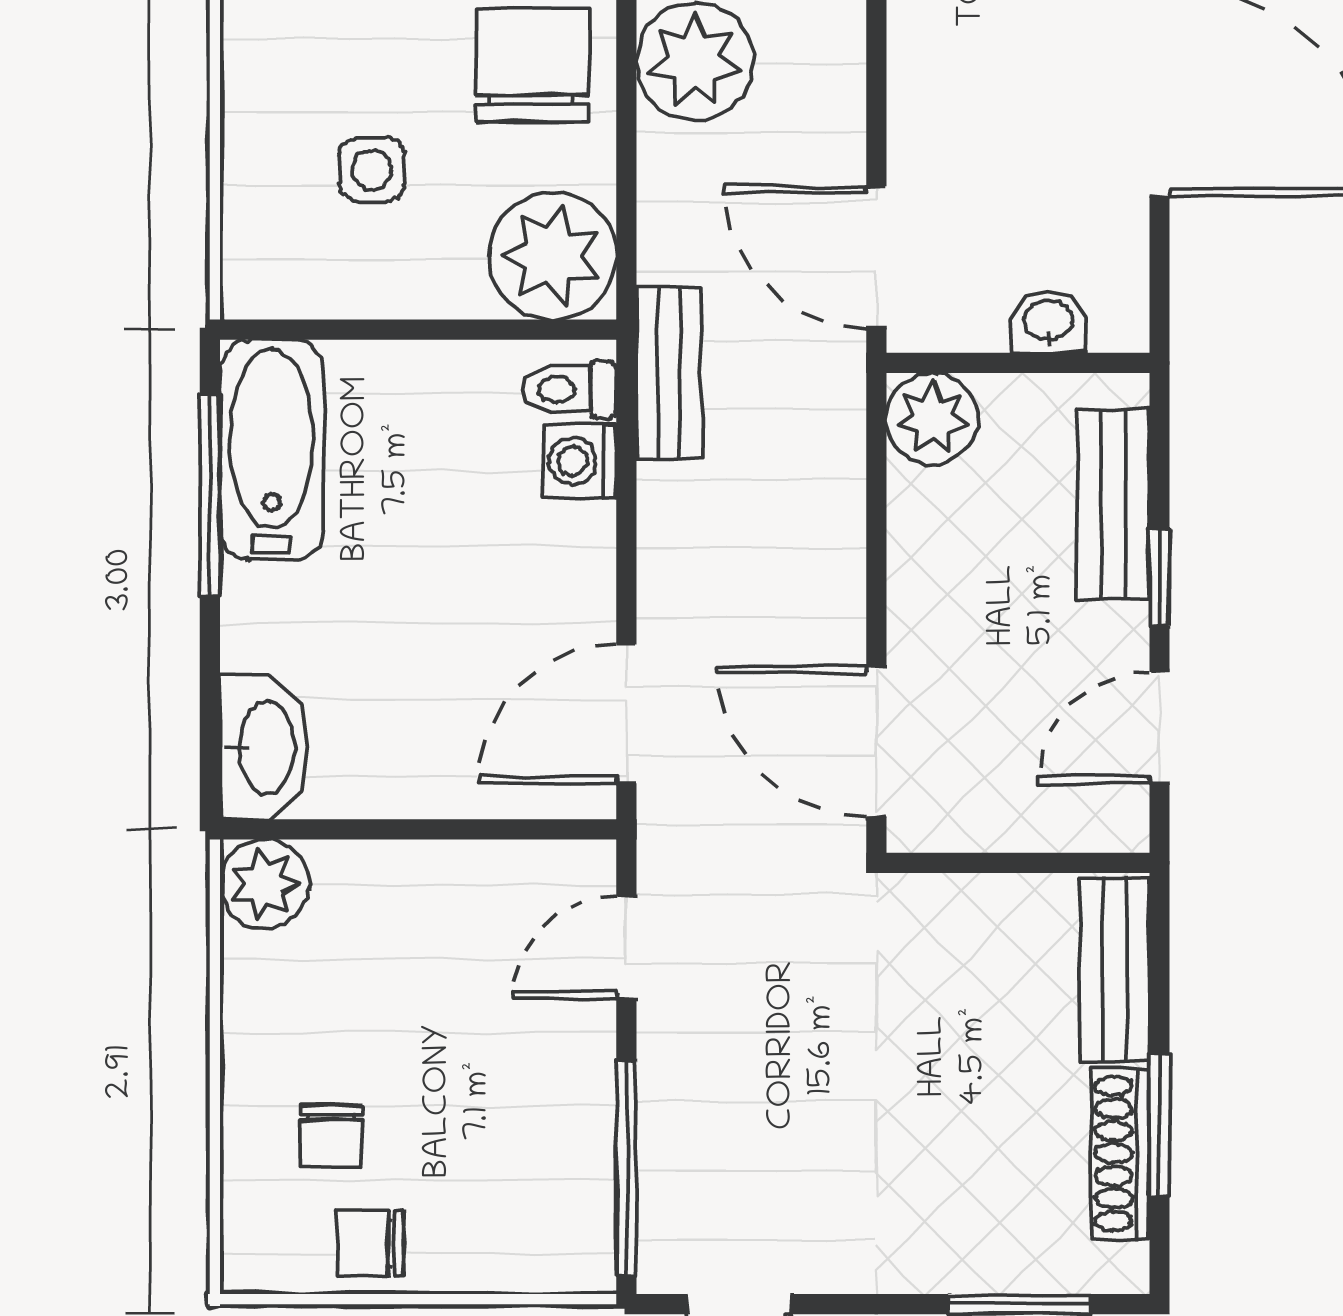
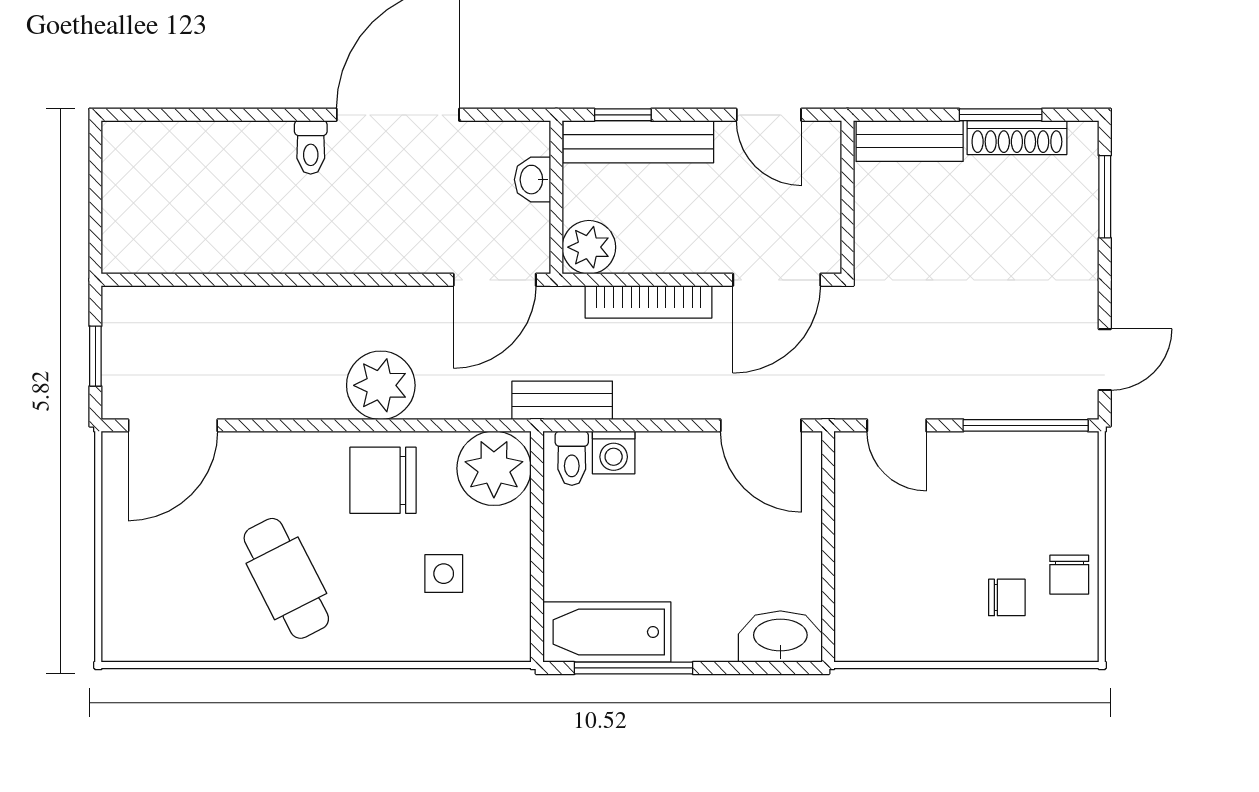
bench: (1113, 504) -> (638, 142), width x1.36
bookcase: (838, 521) -> (648, 302), added
window: (1159, 577) -> (623, 115), moved
plant: (265, 884) -> (860, 636), removed

